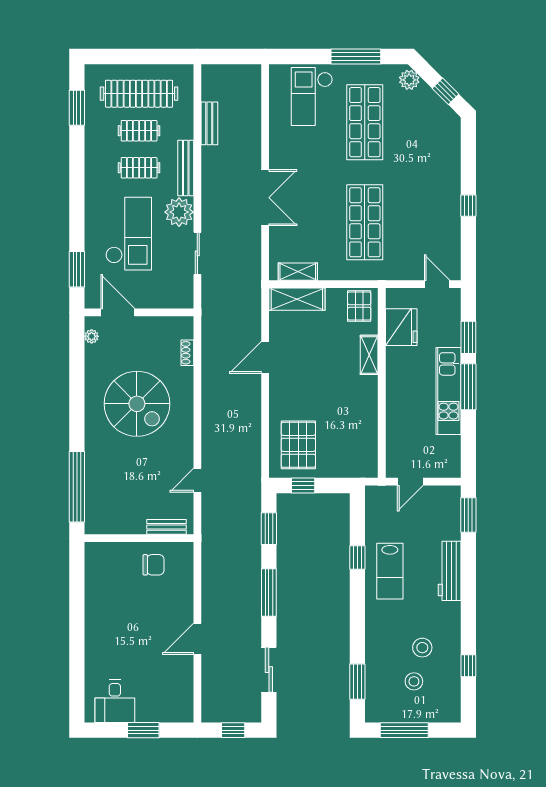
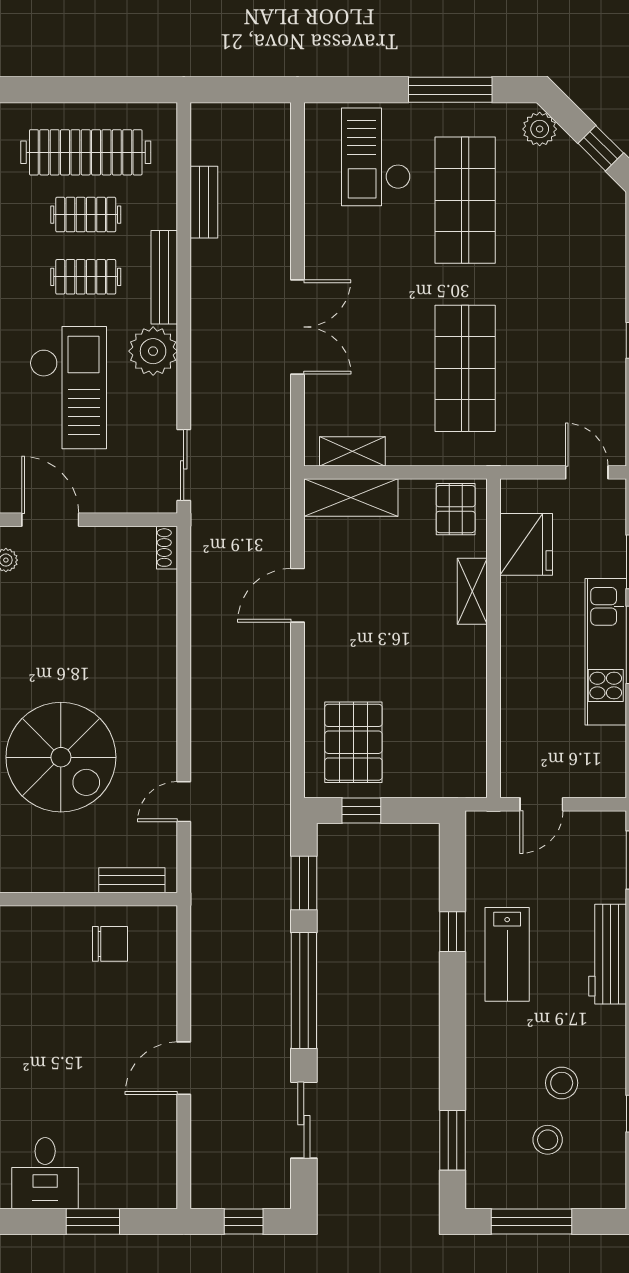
sliding door: (197, 253) -> (184, 465), moved
shoe rack: (187, 353) -> (167, 548), moved
spiral stairs: (137, 404) -> (61, 757), moved
window: (269, 593) -> (304, 991), width x1.46

